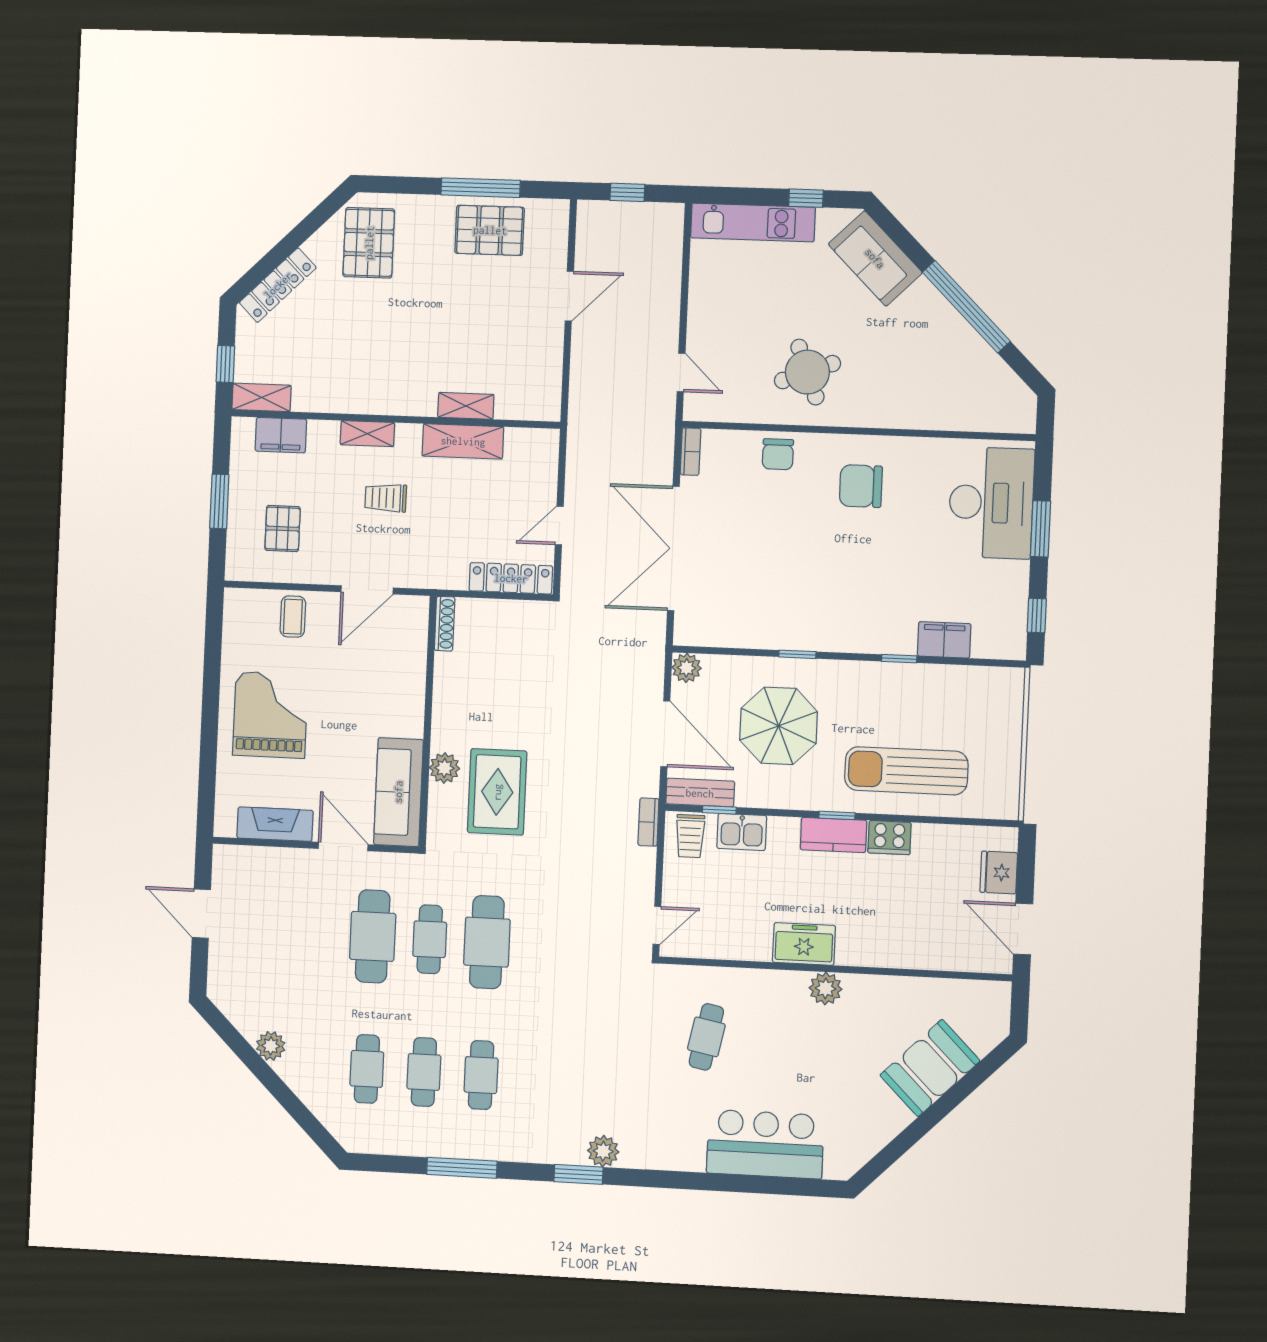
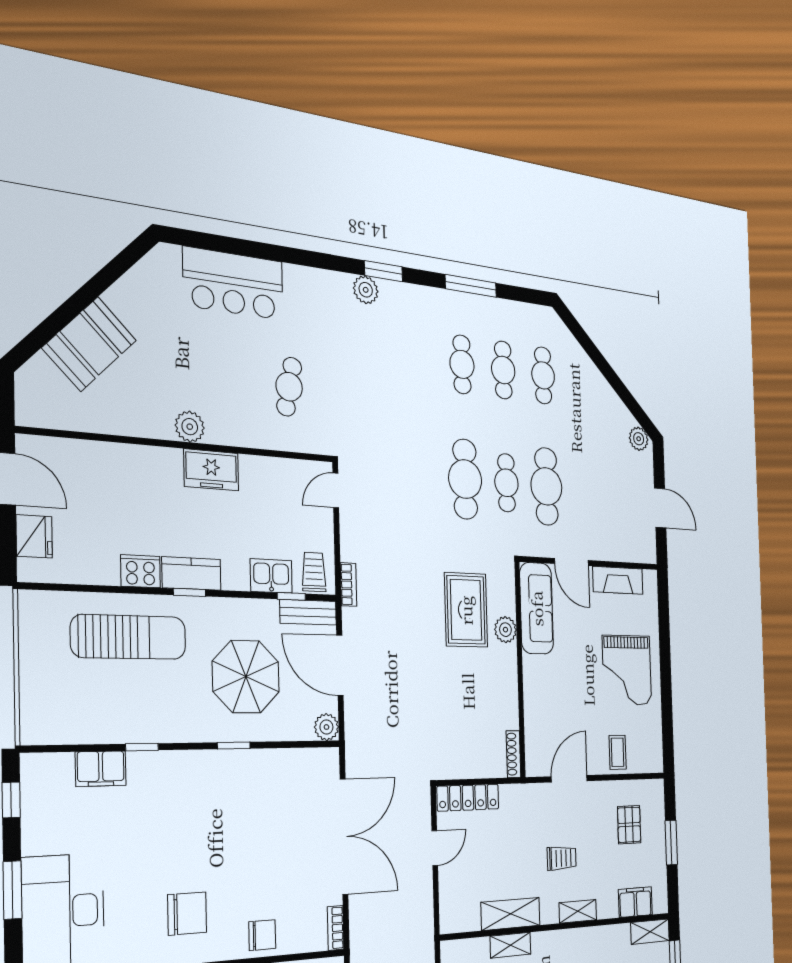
chair: (778, 454) -> (262, 935), turned 90
plant: (271, 1046) -> (639, 439), moved

